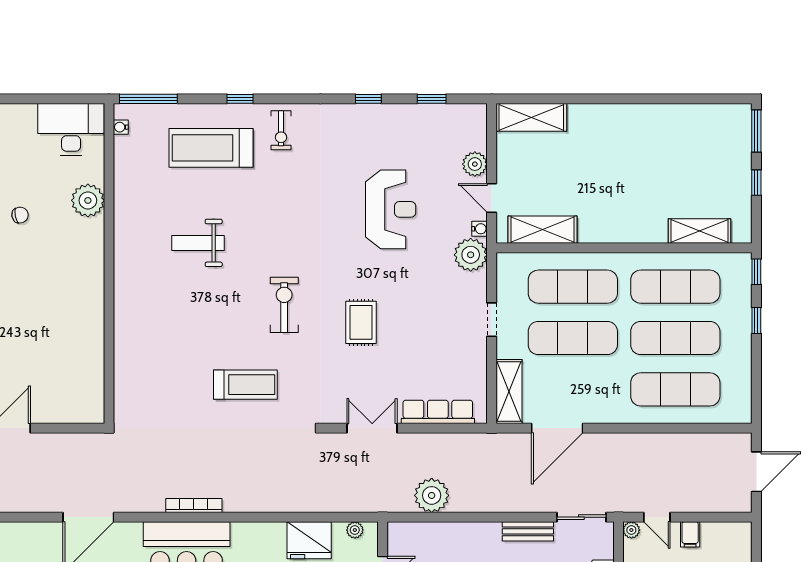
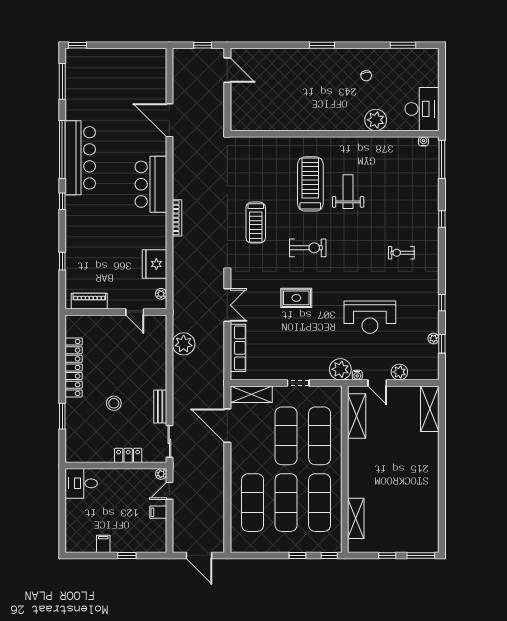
plant: (423, 112) -> (434, 338), added
exercise bike: (281, 130) -> (401, 253), moved
treadmill: (211, 148) -> (310, 184), moved
door: (492, 198) -> (377, 383), swing flipped
bookcase: (194, 506) -> (177, 218), moved

